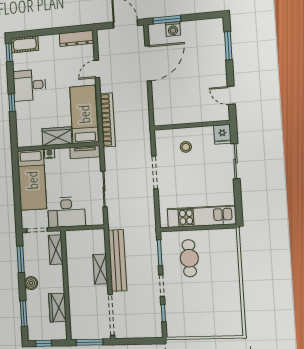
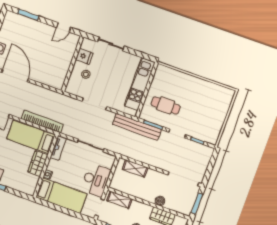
fridge: (222, 134) -> (84, 56), moved
bench: (117, 260) -> (137, 127), moved
shelving: (100, 269) -> (135, 168), moved
boiler: (74, 298) -> (160, 201), added

